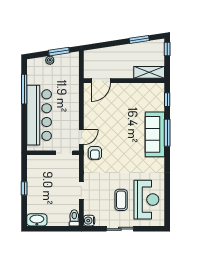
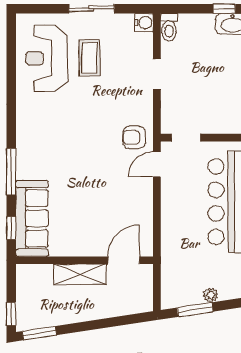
window: (139, 39) -> (39, 333), moved
shelving: (149, 72) -> (80, 274), moved
sofa: (155, 134) -> (32, 218), moved
armchair: (95, 153) -> (134, 137), turned -90
window: (42, 229) -> (224, 9), added

